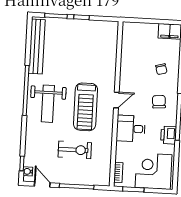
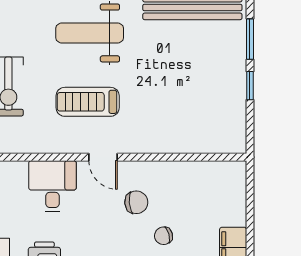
chair: (159, 102) -> (136, 202), moved
treadmill: (86, 107) -> (88, 102), width x0.73, depth x0.73

